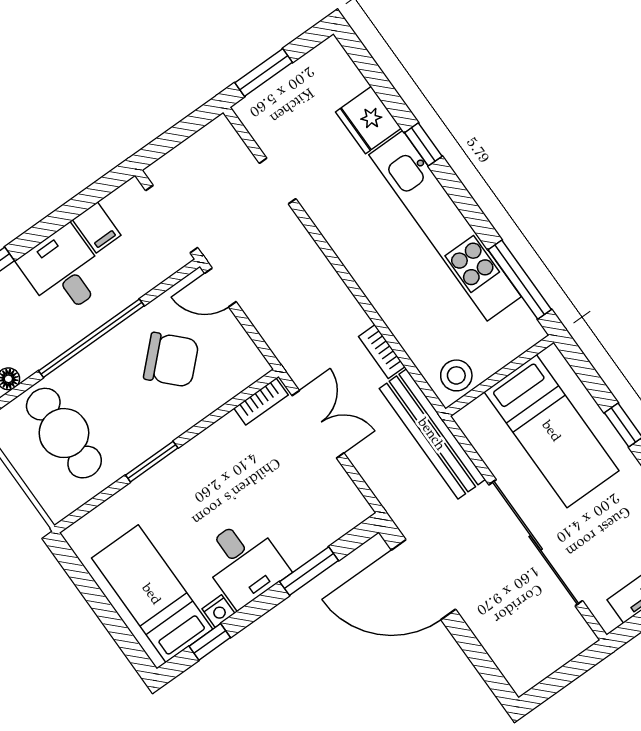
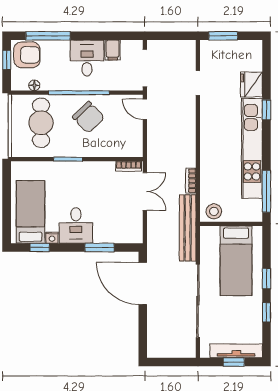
chair: (171, 360) -> (89, 117), moved

